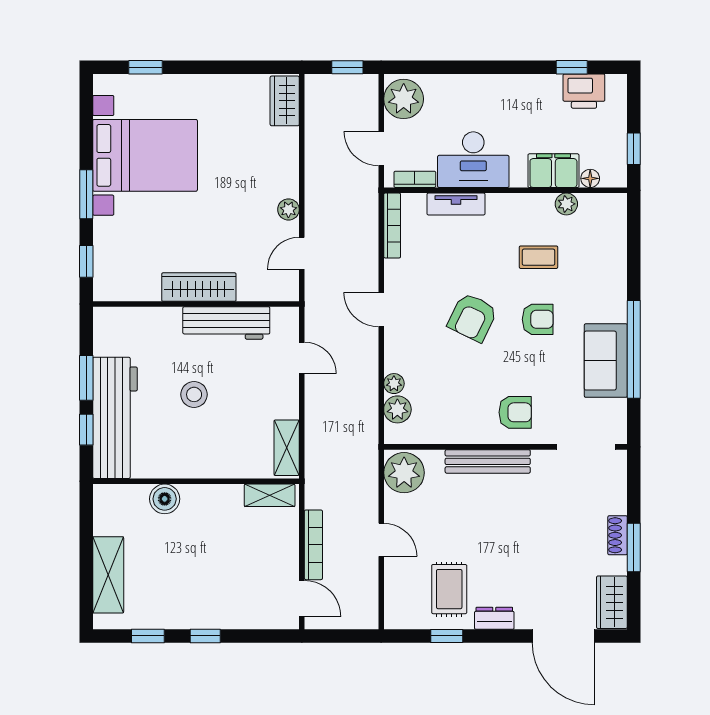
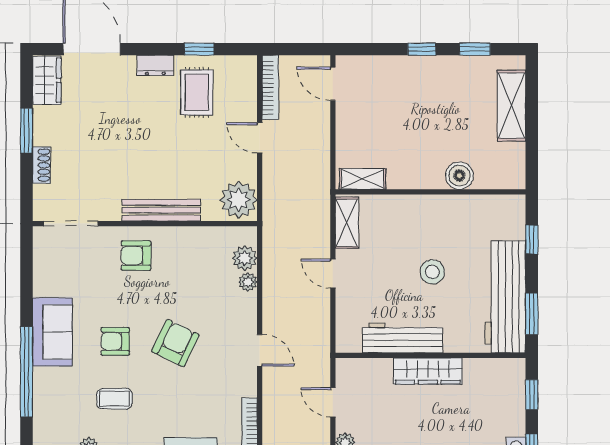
door: (302, 253) -> (333, 402), swing flipped
window: (634, 349) -> (27, 372), moved
door: (302, 358) -> (333, 274), moved
sofa: (606, 361) -> (52, 332), moved
window: (86, 378) -> (532, 314), moved
workbench: (115, 418) -> (505, 297), moved
shoe rack: (618, 535) -> (42, 165), moved
bookcase: (313, 545) -> (270, 87), moved, turned 180

